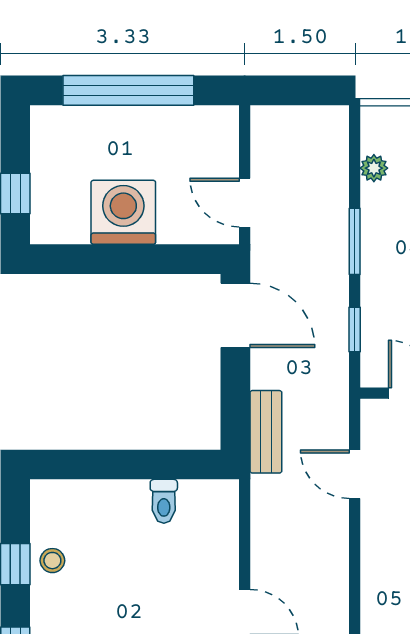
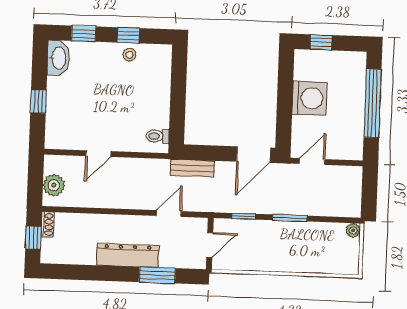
plant: (374, 168) -> (353, 230), moved
toilet: (164, 501) -> (157, 136), moved

